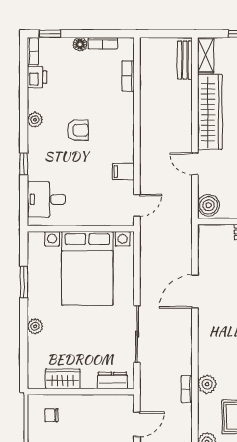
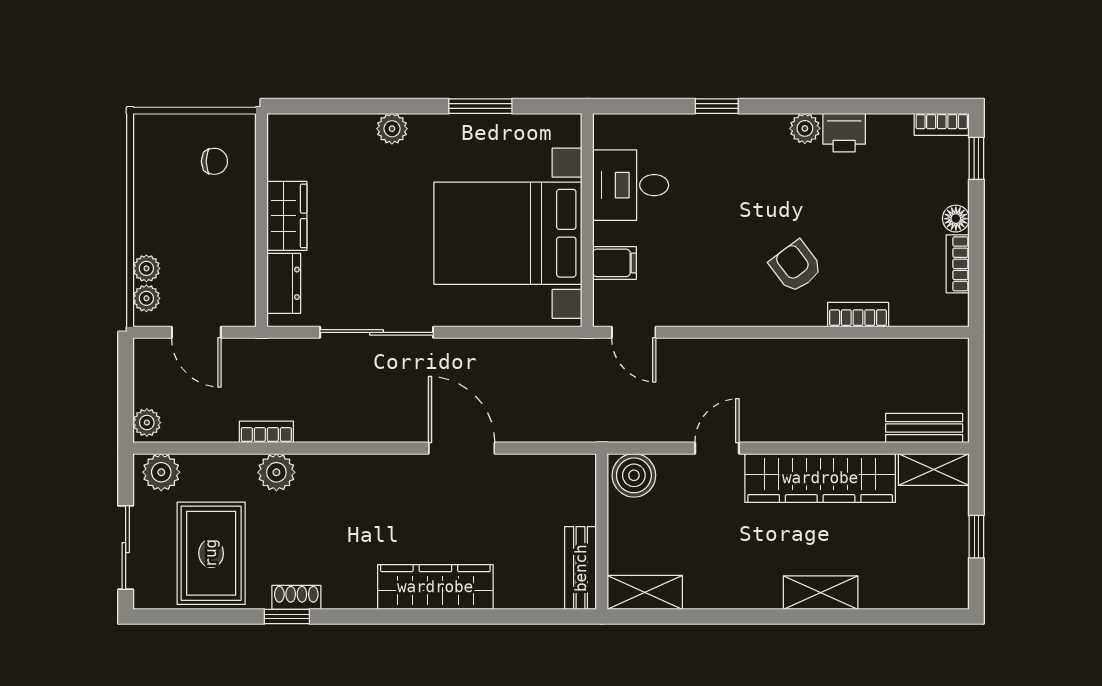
bookcase: (128, 76) -> (858, 315), moved
printer: (37, 77) -> (844, 133), moved
armchair: (78, 130) -> (796, 266), moved, turned 143
filing cabinet: (123, 172) -> (615, 263), moved, turned 90
desk: (46, 199) -> (631, 185), moved, turned -90
wardrobe: (63, 379) -> (287, 216), moved
chair: (51, 415) -> (214, 161), turned 90

